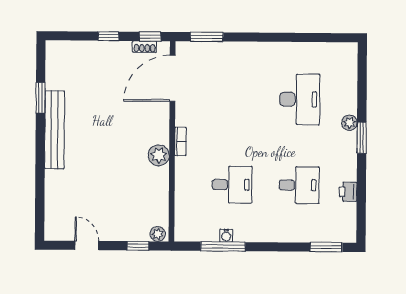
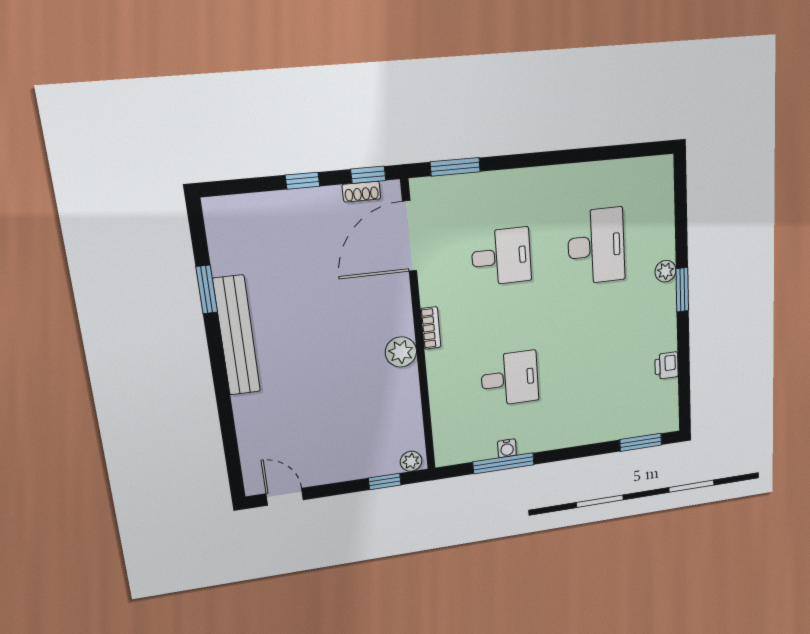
desk: (299, 185) -> (501, 257), moved
door: (87, 245) -> (285, 497), moved

